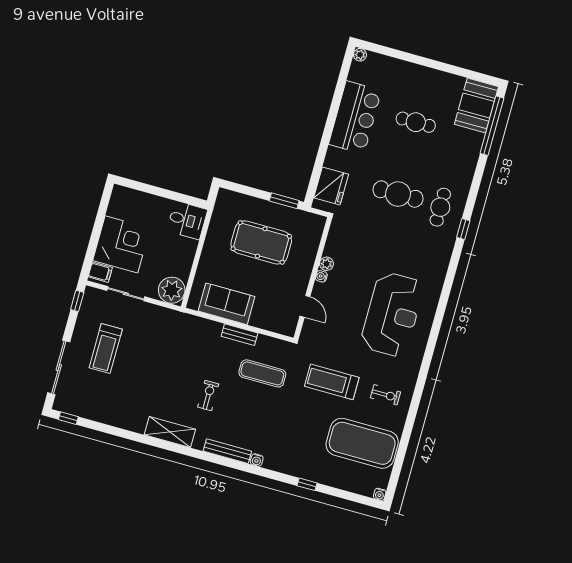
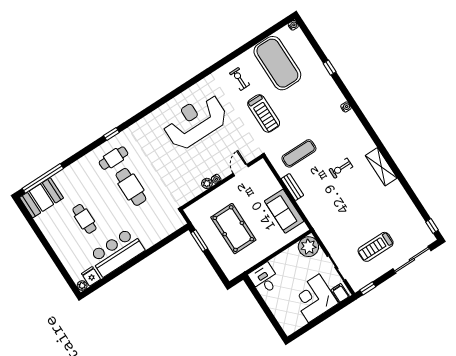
fridge: (331, 186) -> (91, 276), moved, width x0.53, depth x0.75
treadmill: (106, 348) -> (376, 247), turned 180
exercise mat: (262, 373) -> (299, 153), turned 90
bench: (227, 451) -> (358, 127), removed

